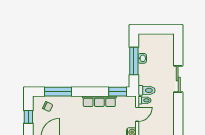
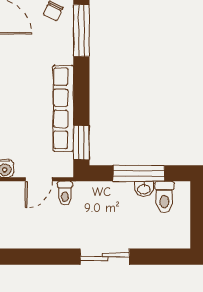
toilet: (147, 90) -> (164, 197), moved
row of seats: (99, 101) -> (63, 108), width x1.36
door: (137, 114) -> (39, 179), hinge flipped

